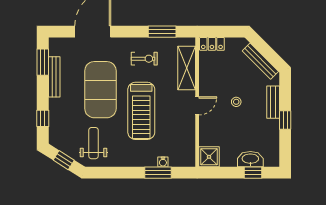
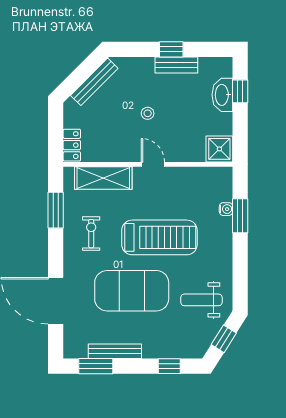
bench: (273, 102) -> (176, 65), moved

